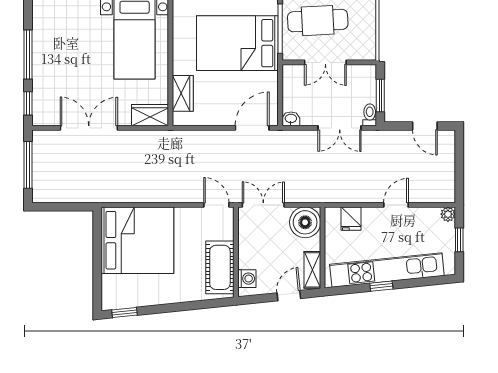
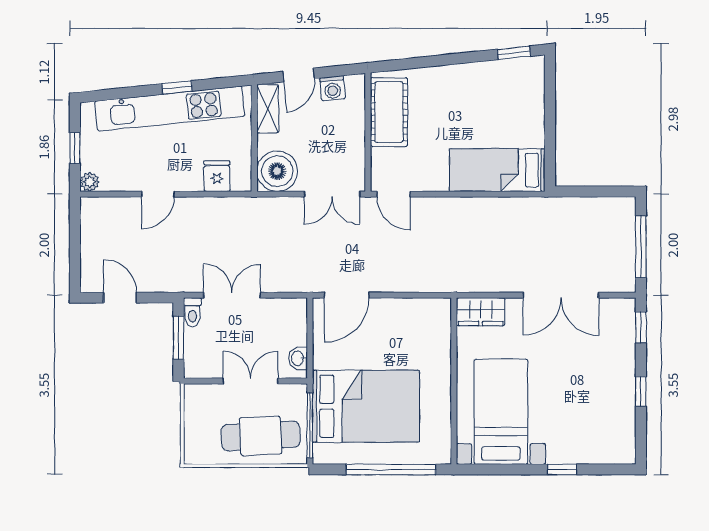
window: (28, 54) -> (641, 391), width x0.46
wardrobe: (183, 93) -> (438, 340), removed
washbasin: (291, 119) -> (298, 358), moved, turned 90
bed: (137, 240) -> (497, 170), width x0.49
washing machine: (247, 279) -> (333, 88), moved, turned -96

